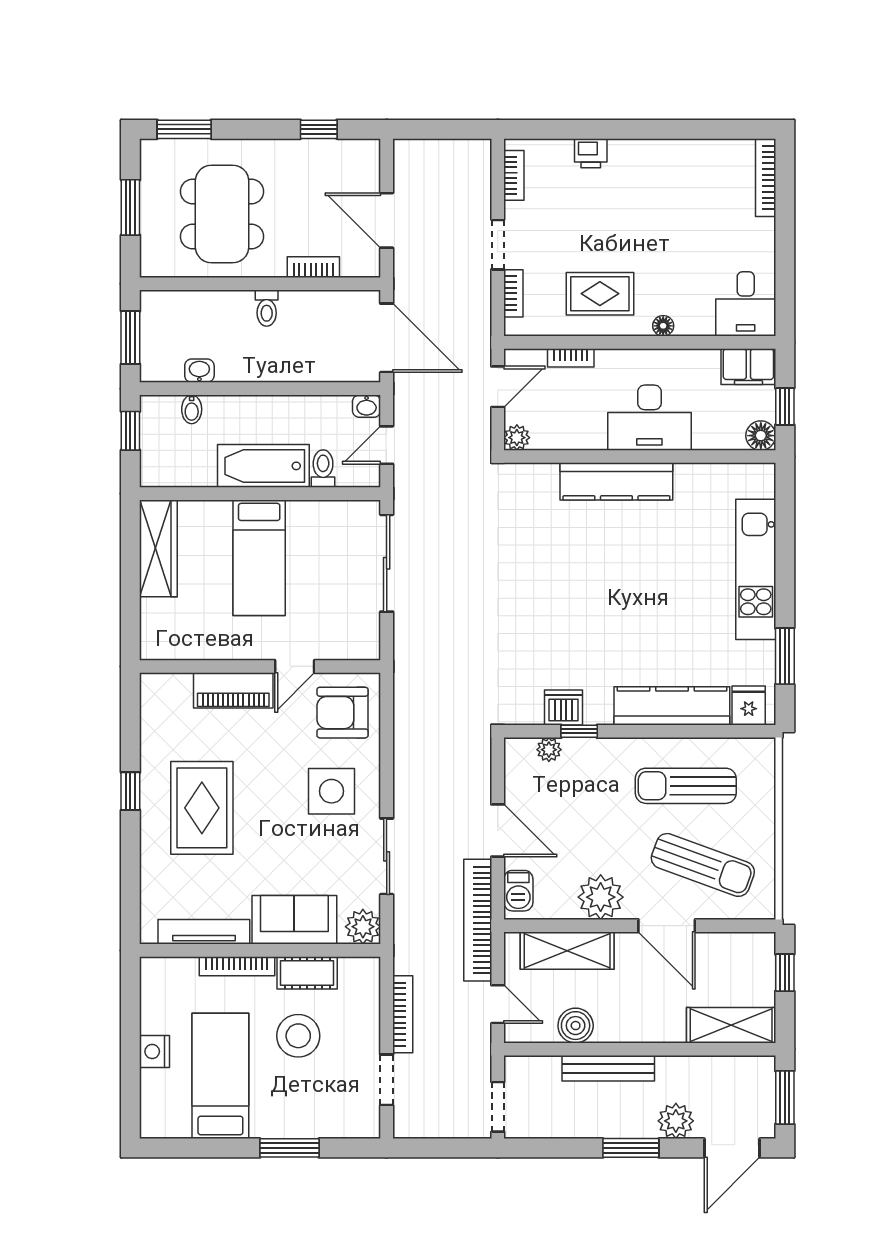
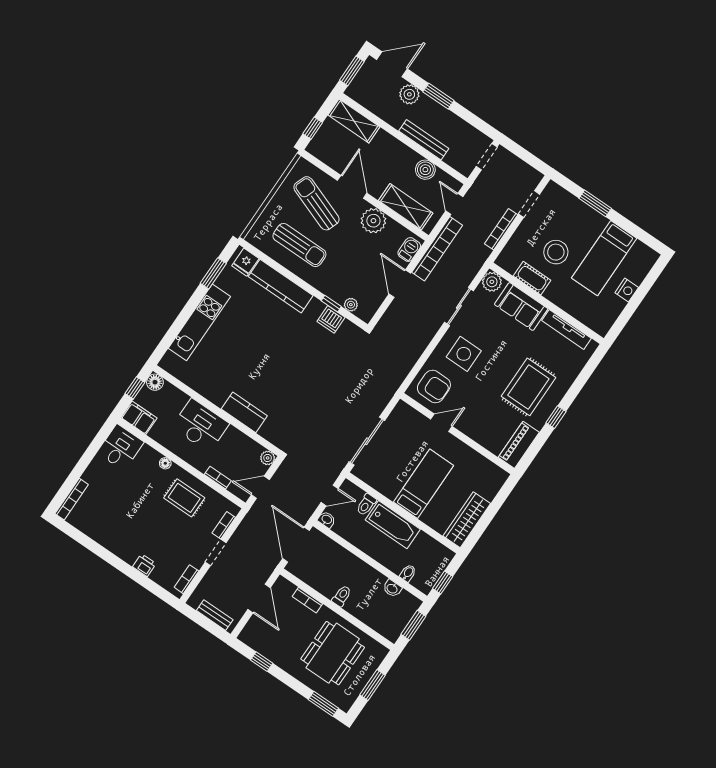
bench: (435, 151) -> (215, 615), added
kitchen counter: (616, 481) -> (244, 412), width x0.67
piano: (233, 690) -> (519, 445), moved, turned -90
bookcase: (237, 966) -> (562, 303), removed

